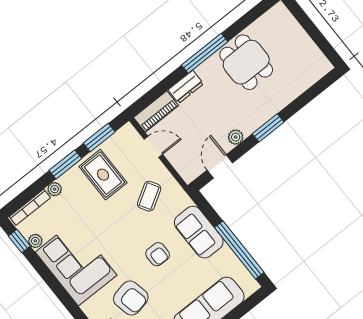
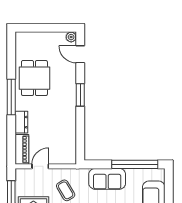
dining table: (246, 62) -> (34, 78), turned 90
plant: (236, 137) -> (71, 37), moved
door: (220, 166) -> (80, 54), moved

